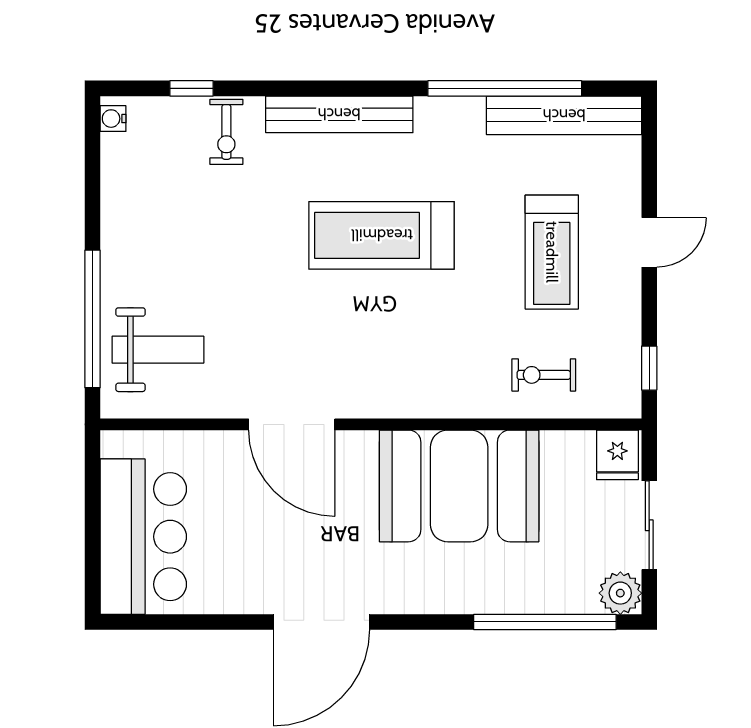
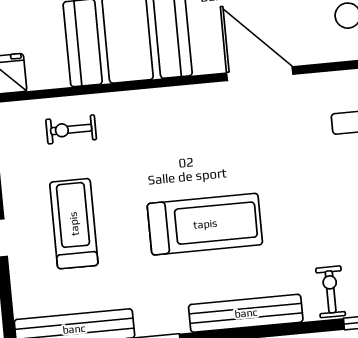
exercise bike: (544, 375) -> (71, 129), turned 180

